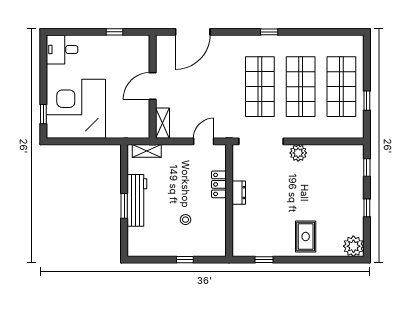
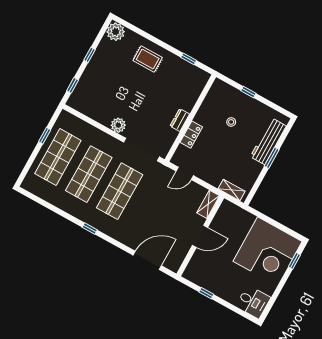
workbench: (137, 200) -> (268, 141), moved
rug: (306, 236) -> (148, 59), turned 90

